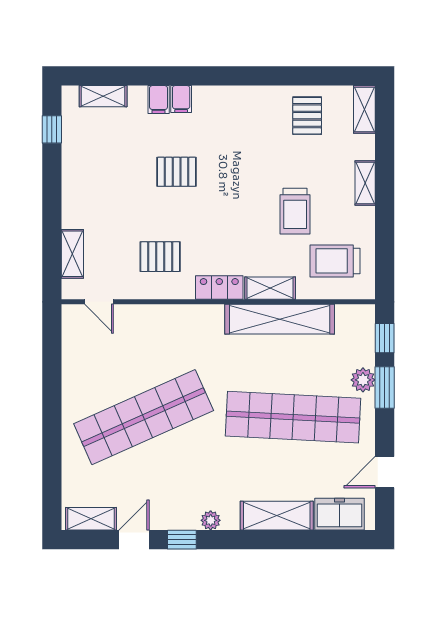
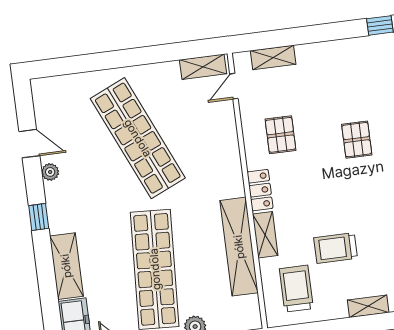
shelving: (91, 519) -> (203, 67), moved, turned 90
plant: (211, 520) -> (50, 172), moved
window: (182, 540) -> (39, 217), moved

